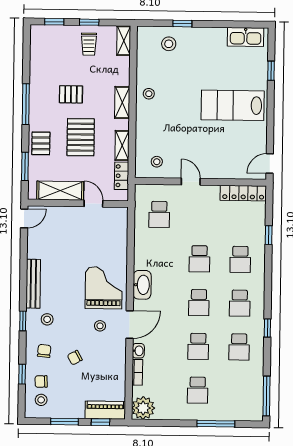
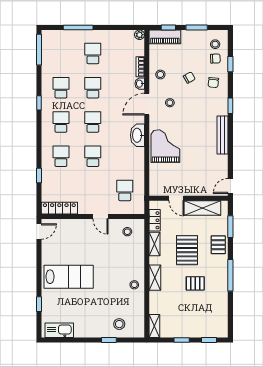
trolley: (89, 44) -> (182, 323), removed
grand piano: (104, 288) -> (165, 146), moved, turned 180
stool: (47, 319) -> (160, 75), moved
plant: (143, 408) -> (140, 35), width x0.53, depth x0.53

